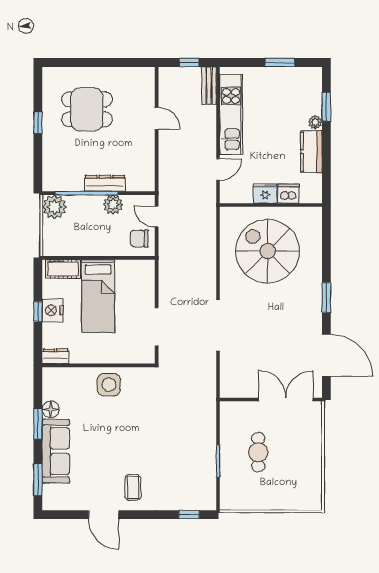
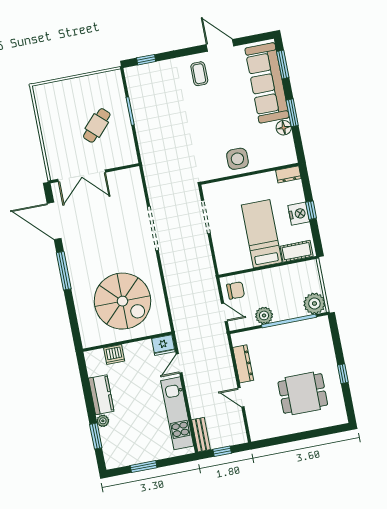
dresser: (105, 183) -> (243, 364), moved, turned -90
fridge: (265, 193) -> (163, 345), moved
window: (326, 298) -> (64, 271), width x1.44
sofa: (56, 451) -> (267, 83), width x1.36, depth x1.27
cafe table: (258, 452) -> (97, 125), turned 43

